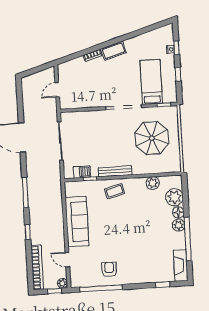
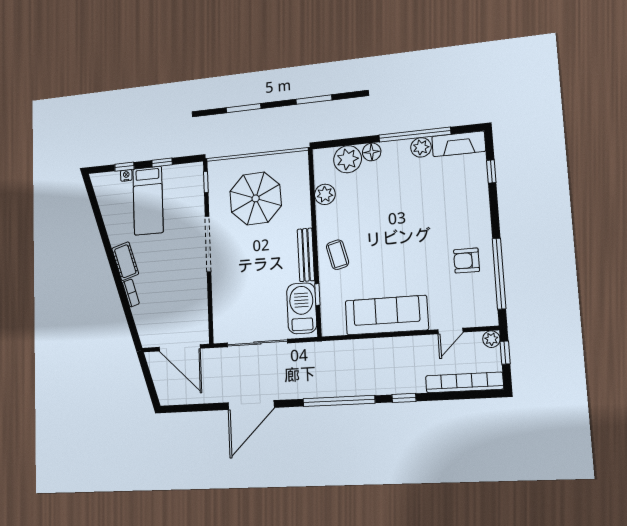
bed: (151, 82) -> (148, 201), moved, turned -90
door: (57, 90) -> (180, 348), width x1.88
barbecue: (82, 172) -> (302, 308), width x1.88, depth x1.53
window: (25, 193) -> (339, 401), width x1.46
plant: (179, 225) -> (421, 147), moved

